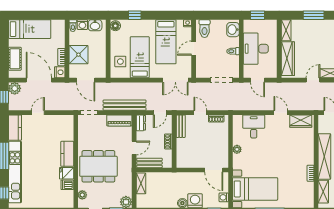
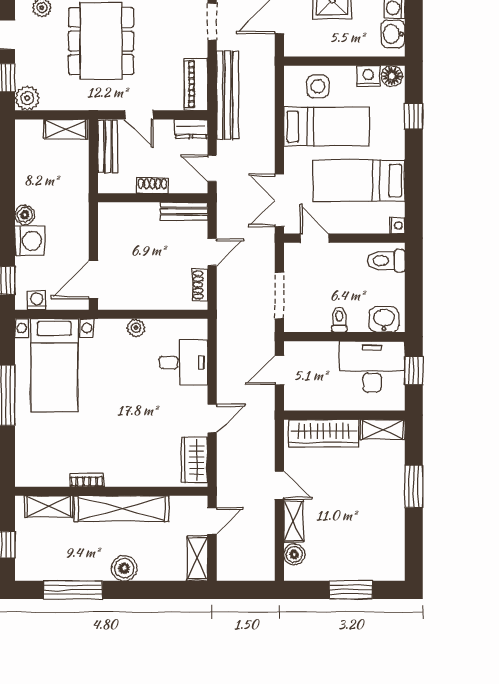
nightstand: (115, 37) -> (368, 76), added
door: (194, 48) -> (315, 238), moved
desk: (256, 49) -> (372, 367), moved

